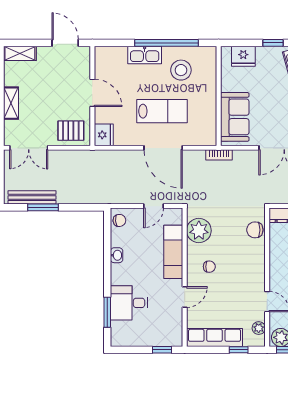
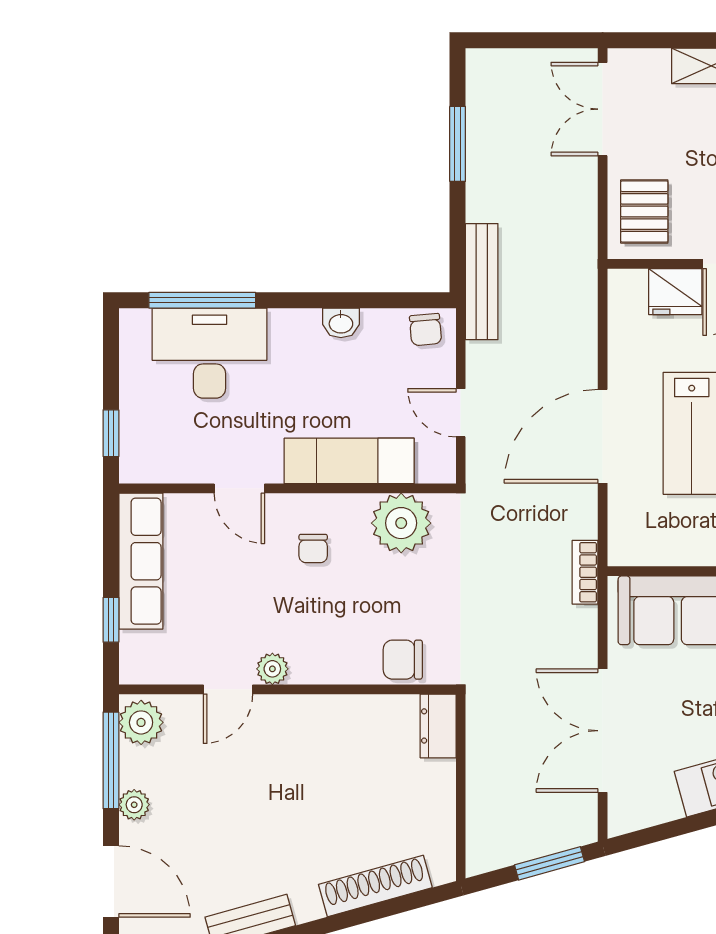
fridge: (104, 135) -> (675, 292), moved
bench: (32, 197) -> (482, 282), moved
chair: (255, 230) -> (403, 660), turned -90
desk: (129, 303) -> (210, 353), width x1.37
window: (107, 312) -> (202, 300), width x1.44
plant: (259, 328) -> (272, 669), moved

